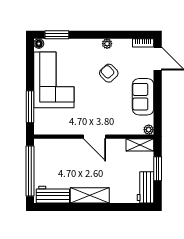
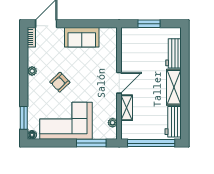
armchair: (109, 73) -> (60, 82), moved
plant: (149, 130) -> (113, 123), moved
shelving: (140, 145) -> (127, 108), moved
workbench: (145, 187) -> (174, 53), moved, turned 90

